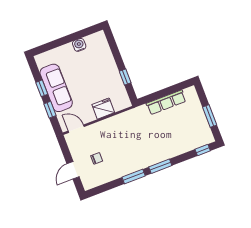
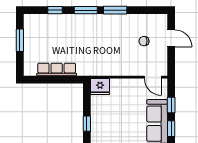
window: (125, 77) -> (87, 124), moved
fridge: (103, 109) -> (100, 87), moved
window: (203, 150) -> (55, 10), moved
door: (73, 170) -> (171, 38), hinge flipped

